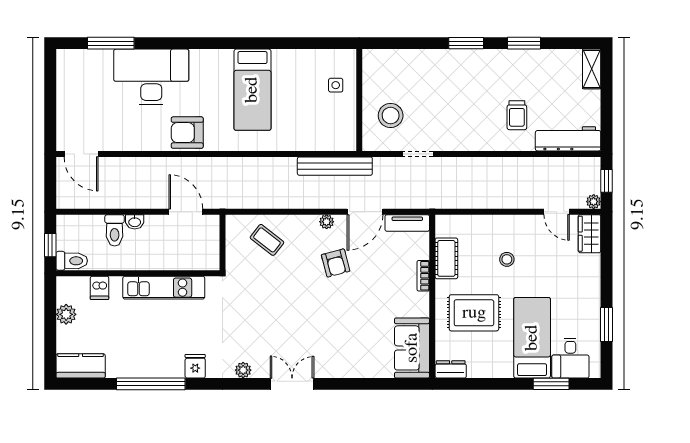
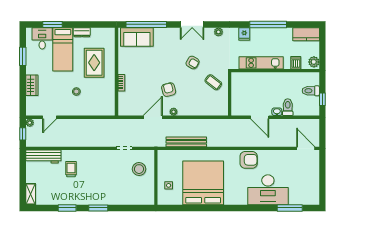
bed: (252, 90) -> (203, 183), width x2.04
bench: (335, 166) -> (186, 142), moved
door: (186, 212) -> (260, 117), moved
door: (557, 212) -> (50, 117), swing flipped
tv unit: (407, 223) -> (130, 111), removed
wardrobe: (590, 234) -> (32, 85), moved
coffee table: (267, 240) -> (213, 82), moved
cot: (446, 258) -> (109, 92), removed
wall: (138, 273) -> (275, 71), moved
dishwasher: (100, 288) -> (296, 63), moved
kitchen unit: (164, 288) -> (261, 63), moved
armchair: (291, 313) -> (193, 63), added
rug: (474, 313) -> (94, 63), turned 90
sofa: (412, 348) -> (137, 37), moved, turned 90
dresser: (451, 369) -> (82, 32), moved
window: (377, 384) -> (146, 24), added

